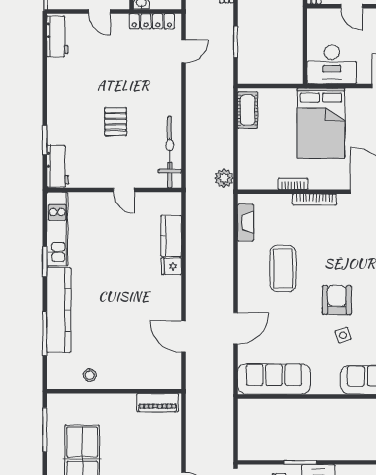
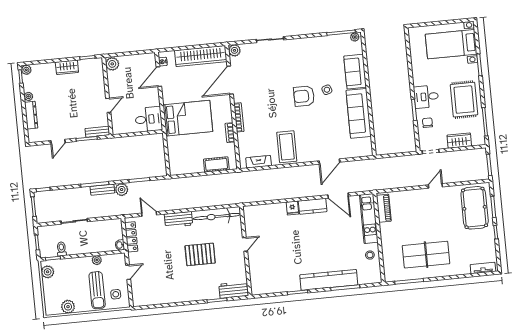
workbench: (57, 37) -> (179, 220), moved, turned 180
desk: (332, 64) -> (149, 119), width x0.73
cot: (248, 110) -> (216, 164), moved
pallet: (116, 122) -> (200, 254), width x1.50, depth x1.42
plant: (224, 178) -> (122, 190), moved
kitchen unit: (57, 229) -> (369, 219), moved, turned -90
kitchen counter: (171, 236) -> (313, 206), moved
coffee table: (283, 268) -> (287, 147), moved, turned 90
door: (235, 328) -> (329, 161), swing flipped
door: (183, 336) -> (338, 195), hinge flipped
sofa: (274, 379) -> (359, 113), moved

